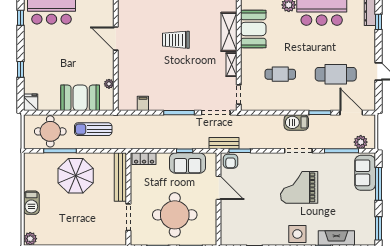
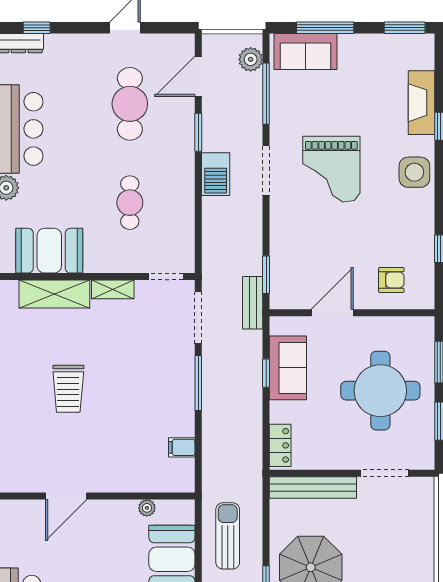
sun lounger: (93, 129) -> (228, 536), turned 180
armchair: (231, 161) -> (391, 280), moved

